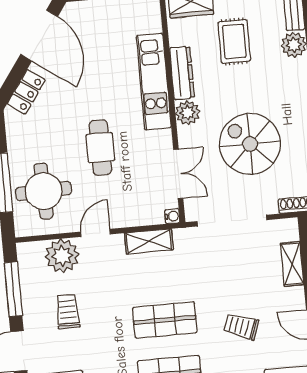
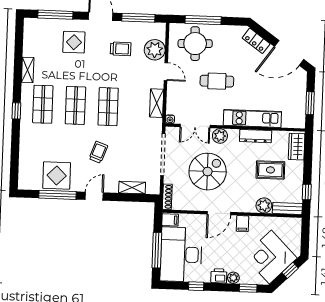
plant: (188, 113) -> (220, 136), moved

